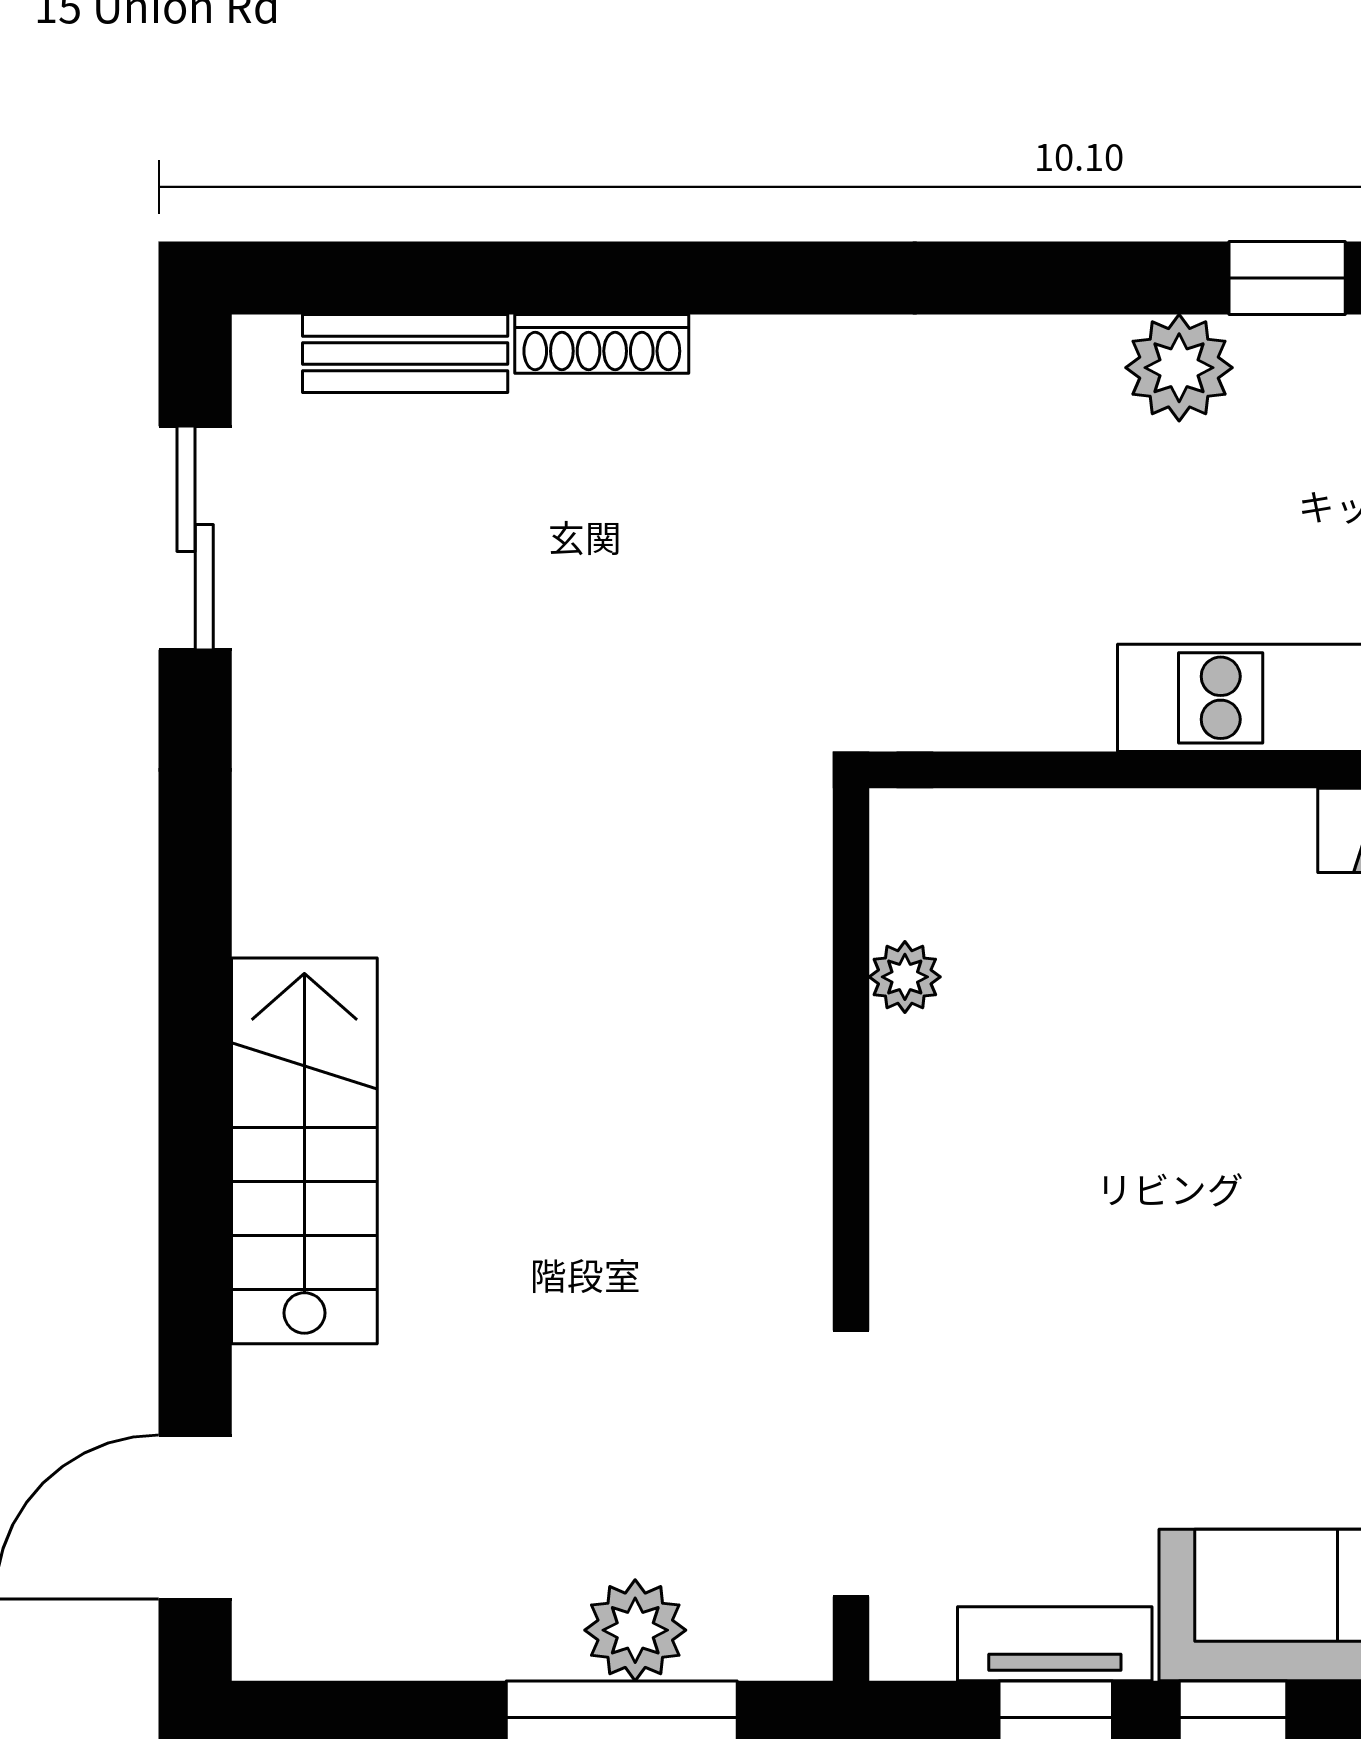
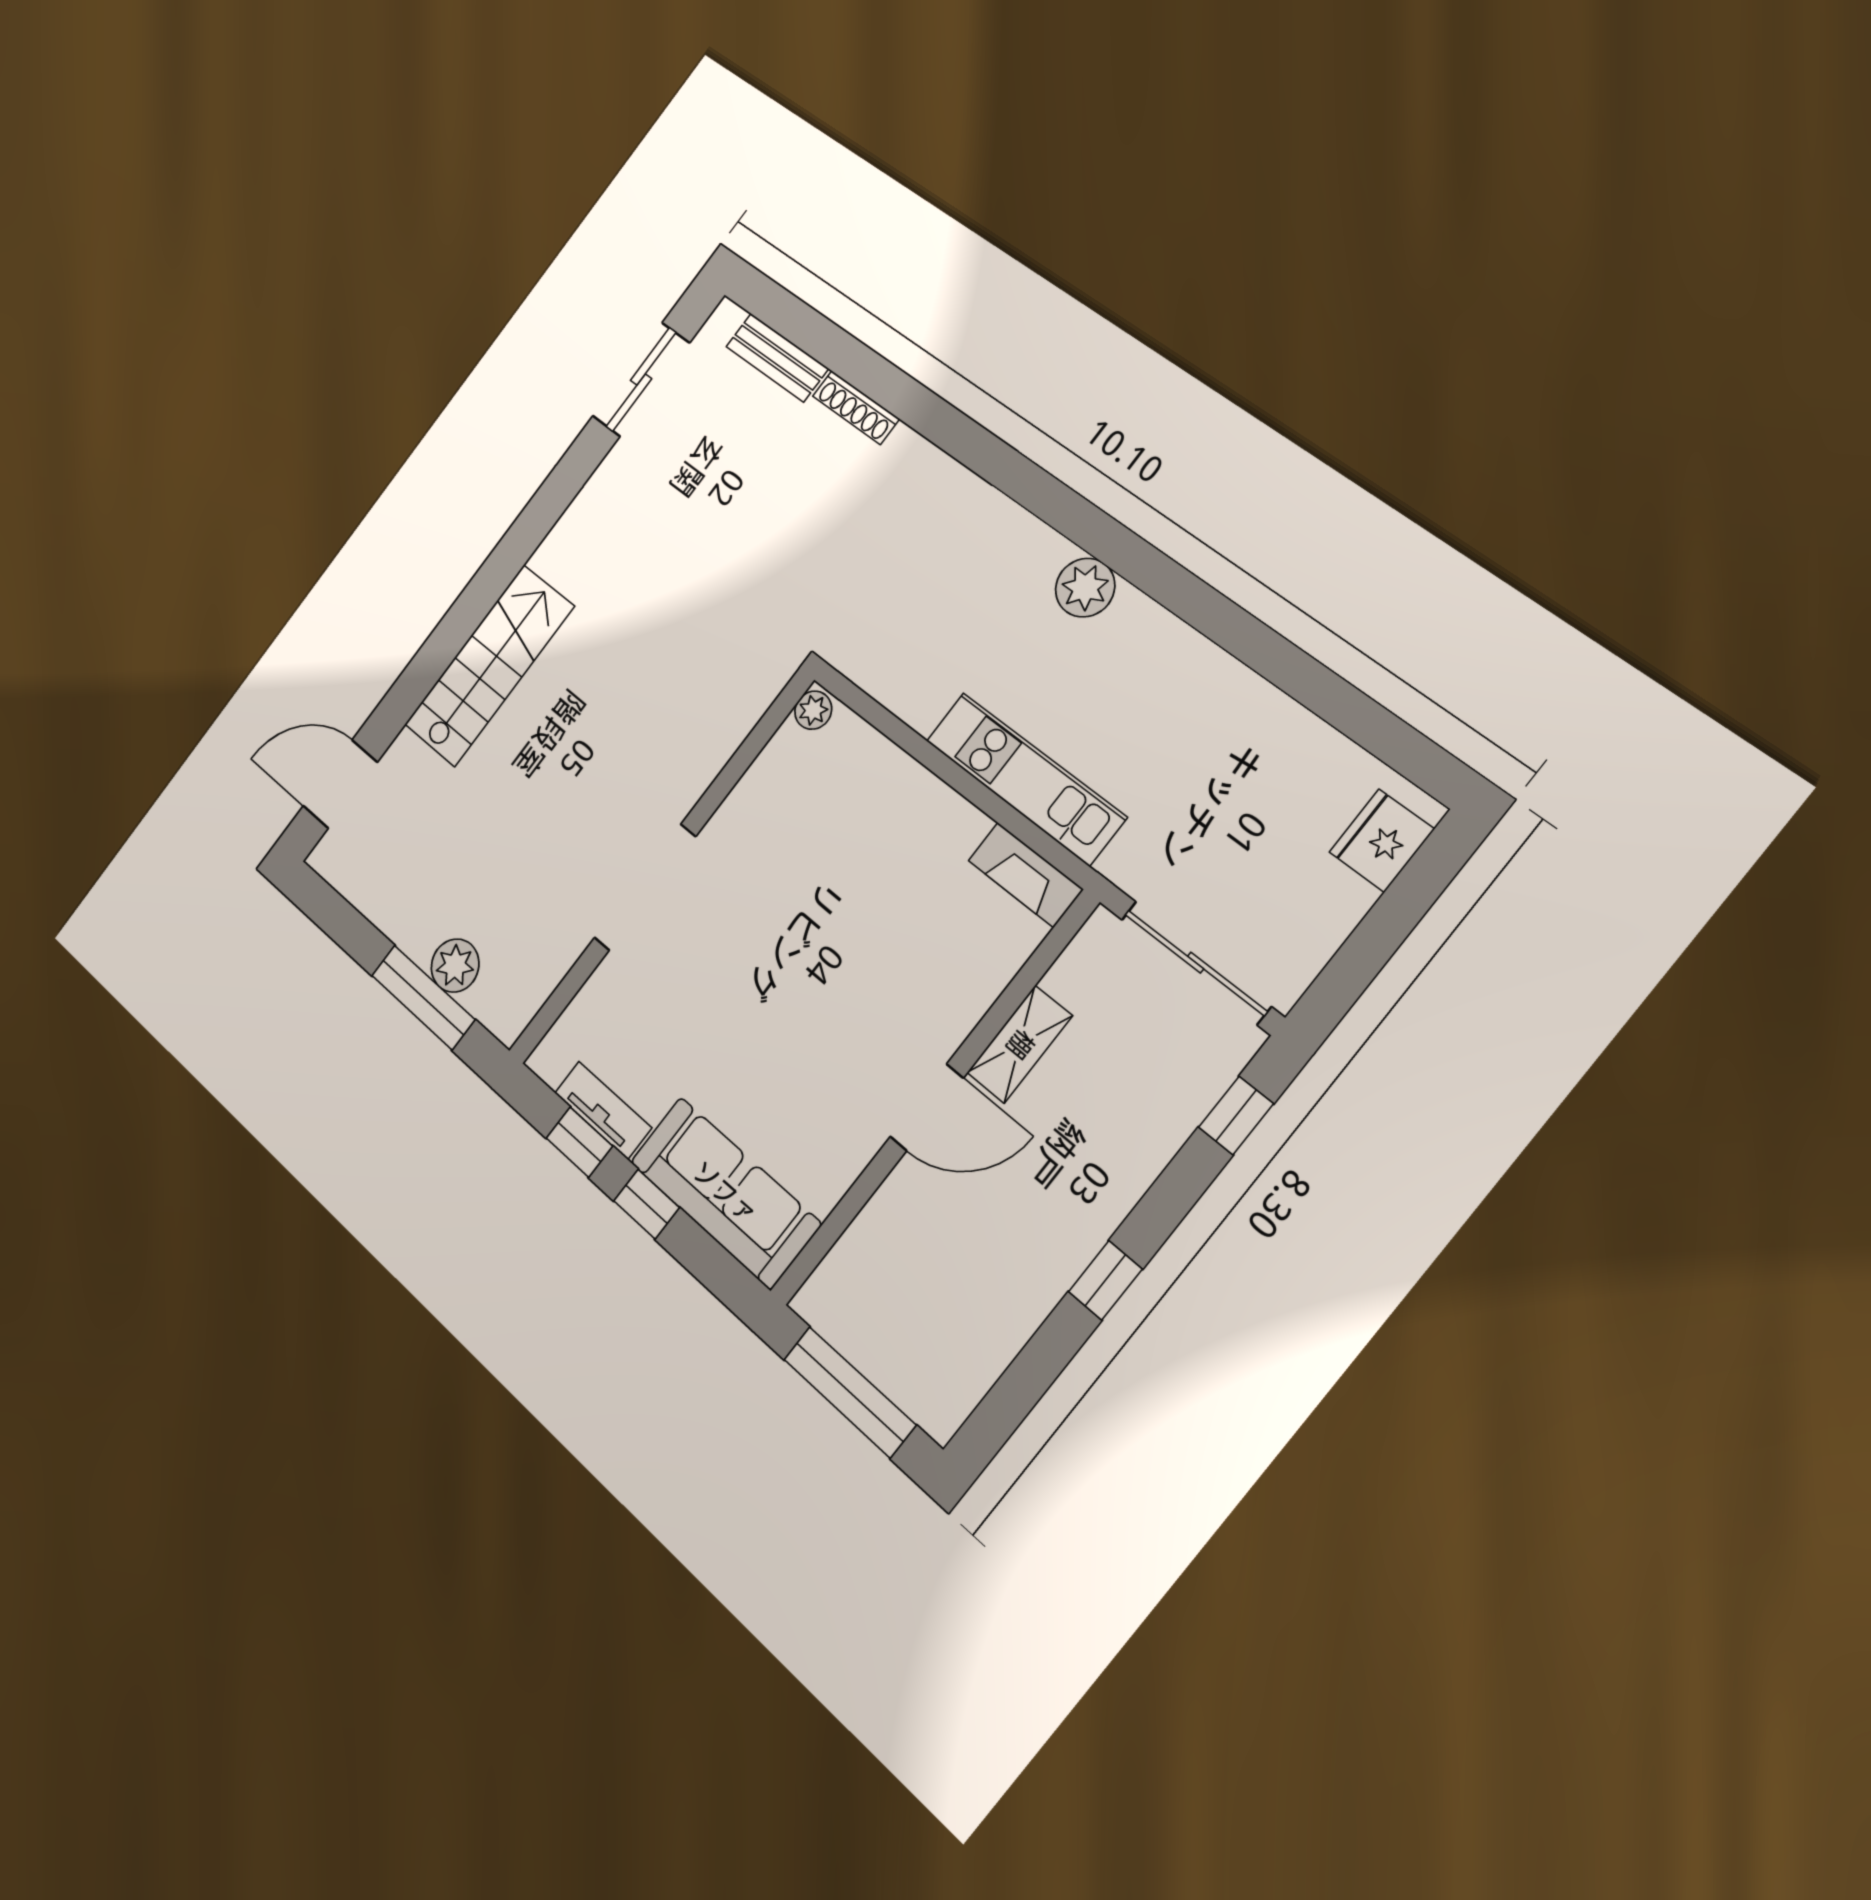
window: (1287, 278) -> (1164, 580), removed
plant: (905, 977) -> (813, 710), moved
doorway: (851, 1464) -> (645, 887), moved

